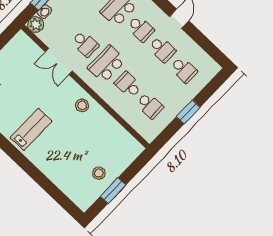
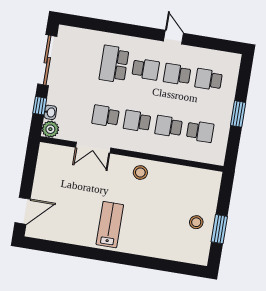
school desk: (85, 44) -> (106, 116), turned 180
school desk: (162, 49) -> (177, 74), turned 180
school desk: (107, 64) -> (137, 121), width x0.54
school desk: (184, 70) -> (209, 80), turned 180

